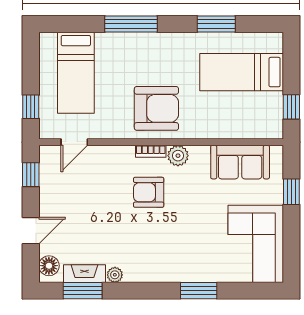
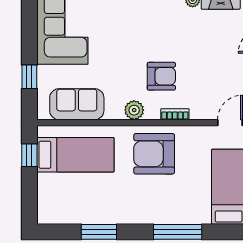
bed: (242, 72) -> (75, 155), moved
bookcase: (151, 151) -> (175, 114), moved

